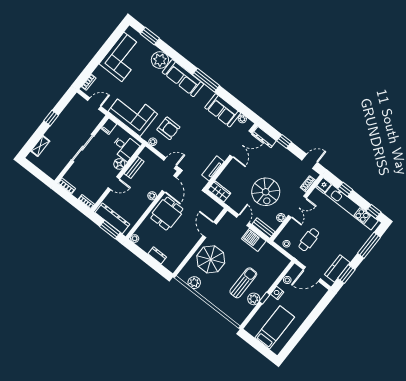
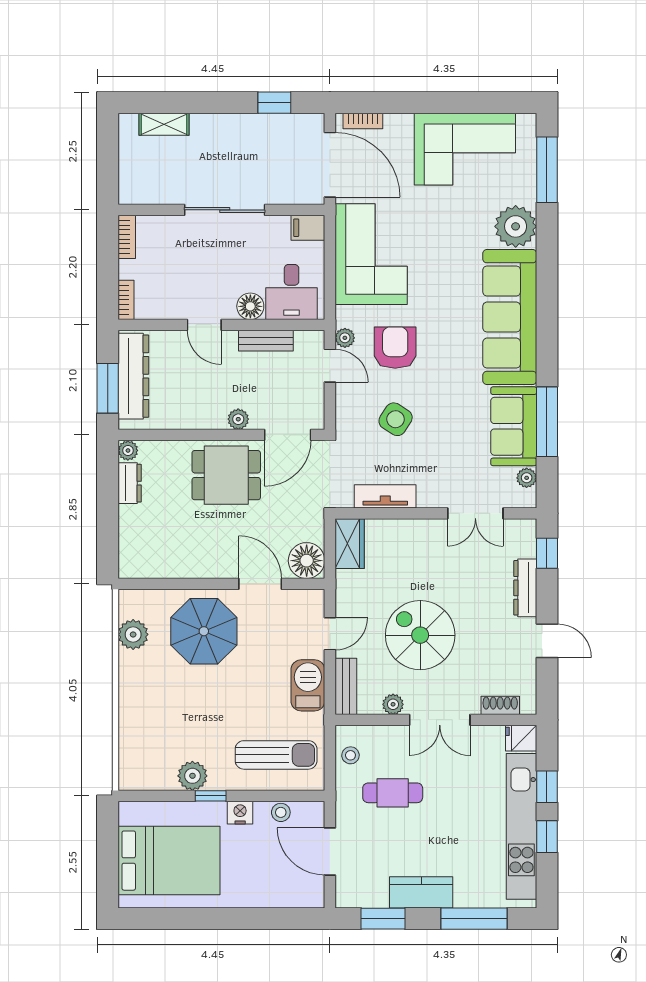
window: (150, 36) -> (547, 170), width x1.44
sofa: (183, 78) -> (510, 317), width x1.36, depth x1.27
window: (206, 80) -> (547, 422), moved
door: (94, 104) -> (330, 165), width x1.87
window: (51, 118) -> (274, 103), moved
armchair: (168, 128) -> (395, 348), turned 180
dresser: (264, 137) -> (525, 588), moved
window: (284, 141) -> (547, 553), moved
double door: (241, 144) -> (475, 513), width x0.73
side table: (191, 146) -> (396, 419), added
door: (310, 161) -> (547, 641), moved
door: (170, 163) -> (330, 366), moved
spiral stairs: (266, 192) -> (420, 635), turned 90
floor lamp: (214, 209) -> (307, 561), added
window: (374, 211) -> (547, 837), moved
door: (210, 230) -> (260, 584), hinge flipped
dresser: (157, 255) -> (130, 483), moved
kitchen counter: (337, 269) -> (421, 892), moved
sun lounger: (243, 283) -> (276, 755), moved
bed: (275, 327) -> (169, 861), width x1.50

